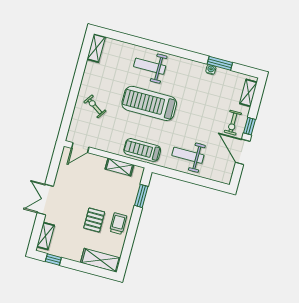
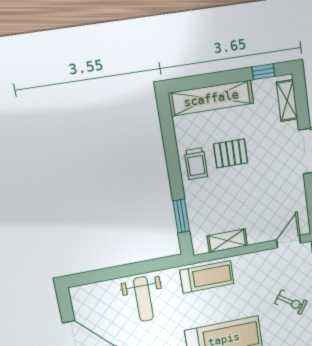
weight bench: (188, 155) -> (143, 299), turned 90
pallet: (94, 220) -> (231, 153), turned 90
shelving: (100, 260) -> (211, 98), width x1.47

